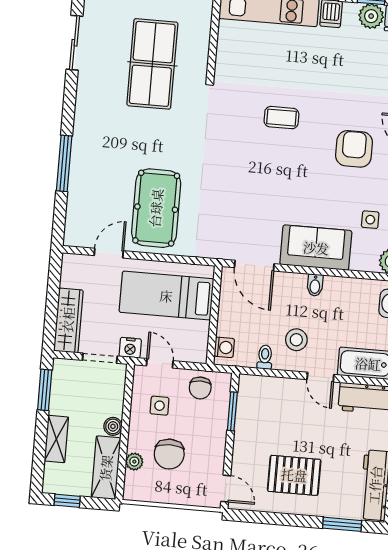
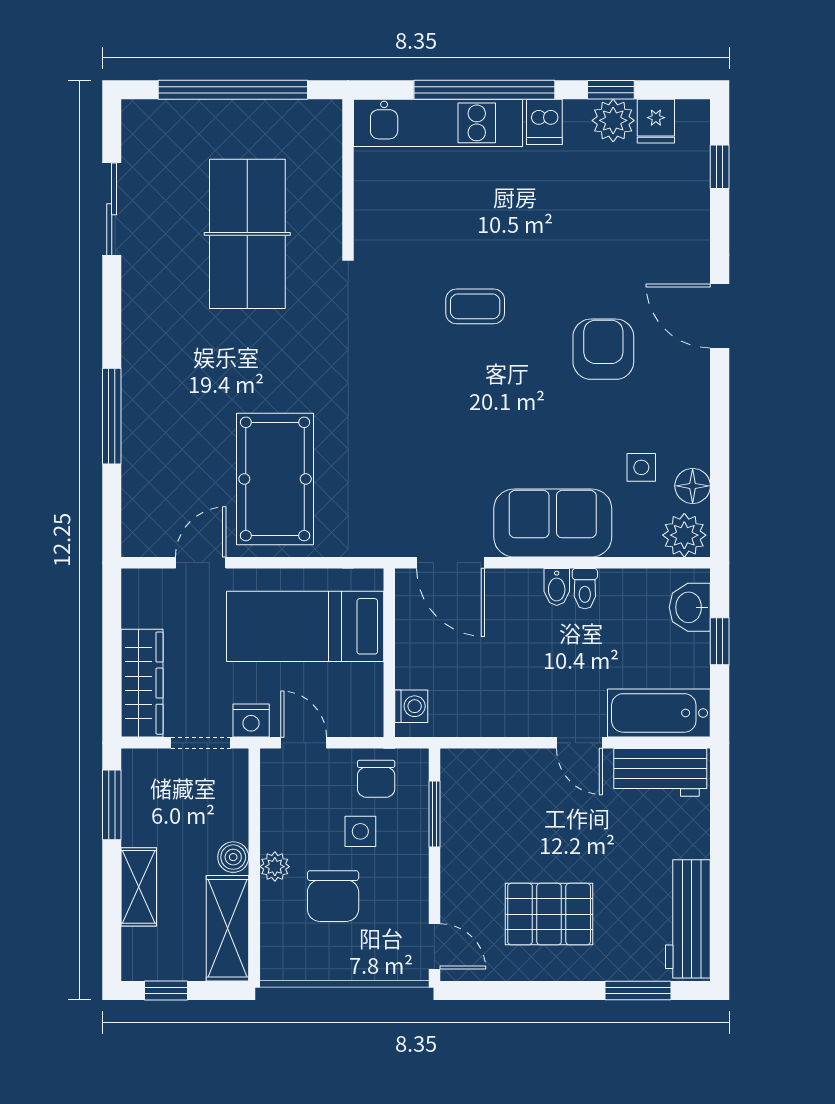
stool: (296, 340) -> (533, 683), removed
toilet: (265, 357) -> (585, 589), moved, turned 180
side table: (160, 406) -> (360, 831), moved
plant: (134, 462) -> (275, 867), moved

